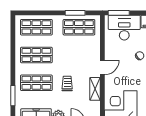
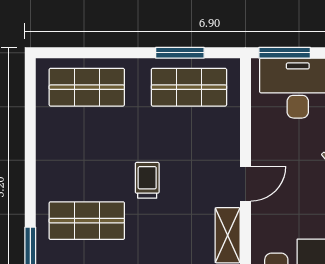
shop shelf: (36, 55) -> (87, 154), removed
trolley: (67, 84) -> (147, 180), moved

